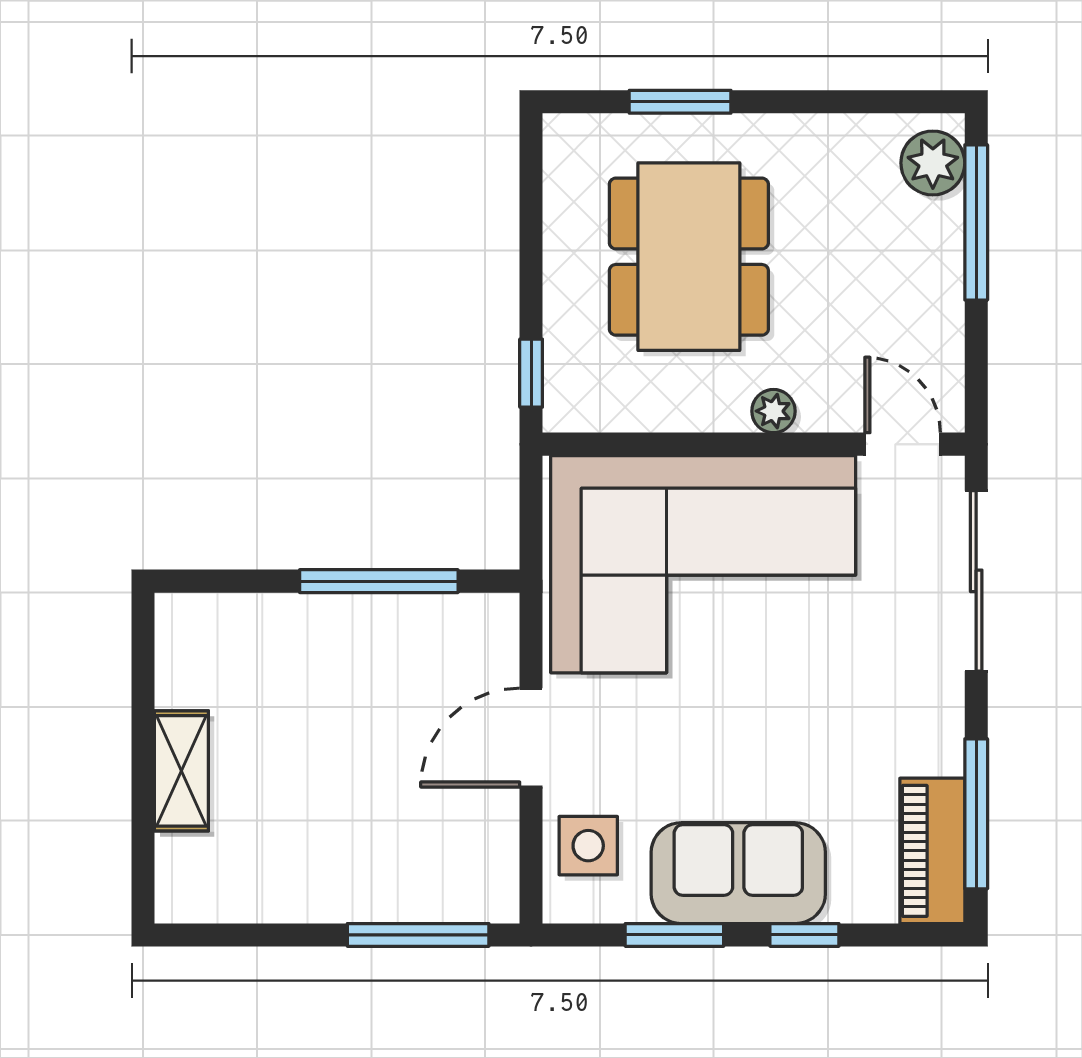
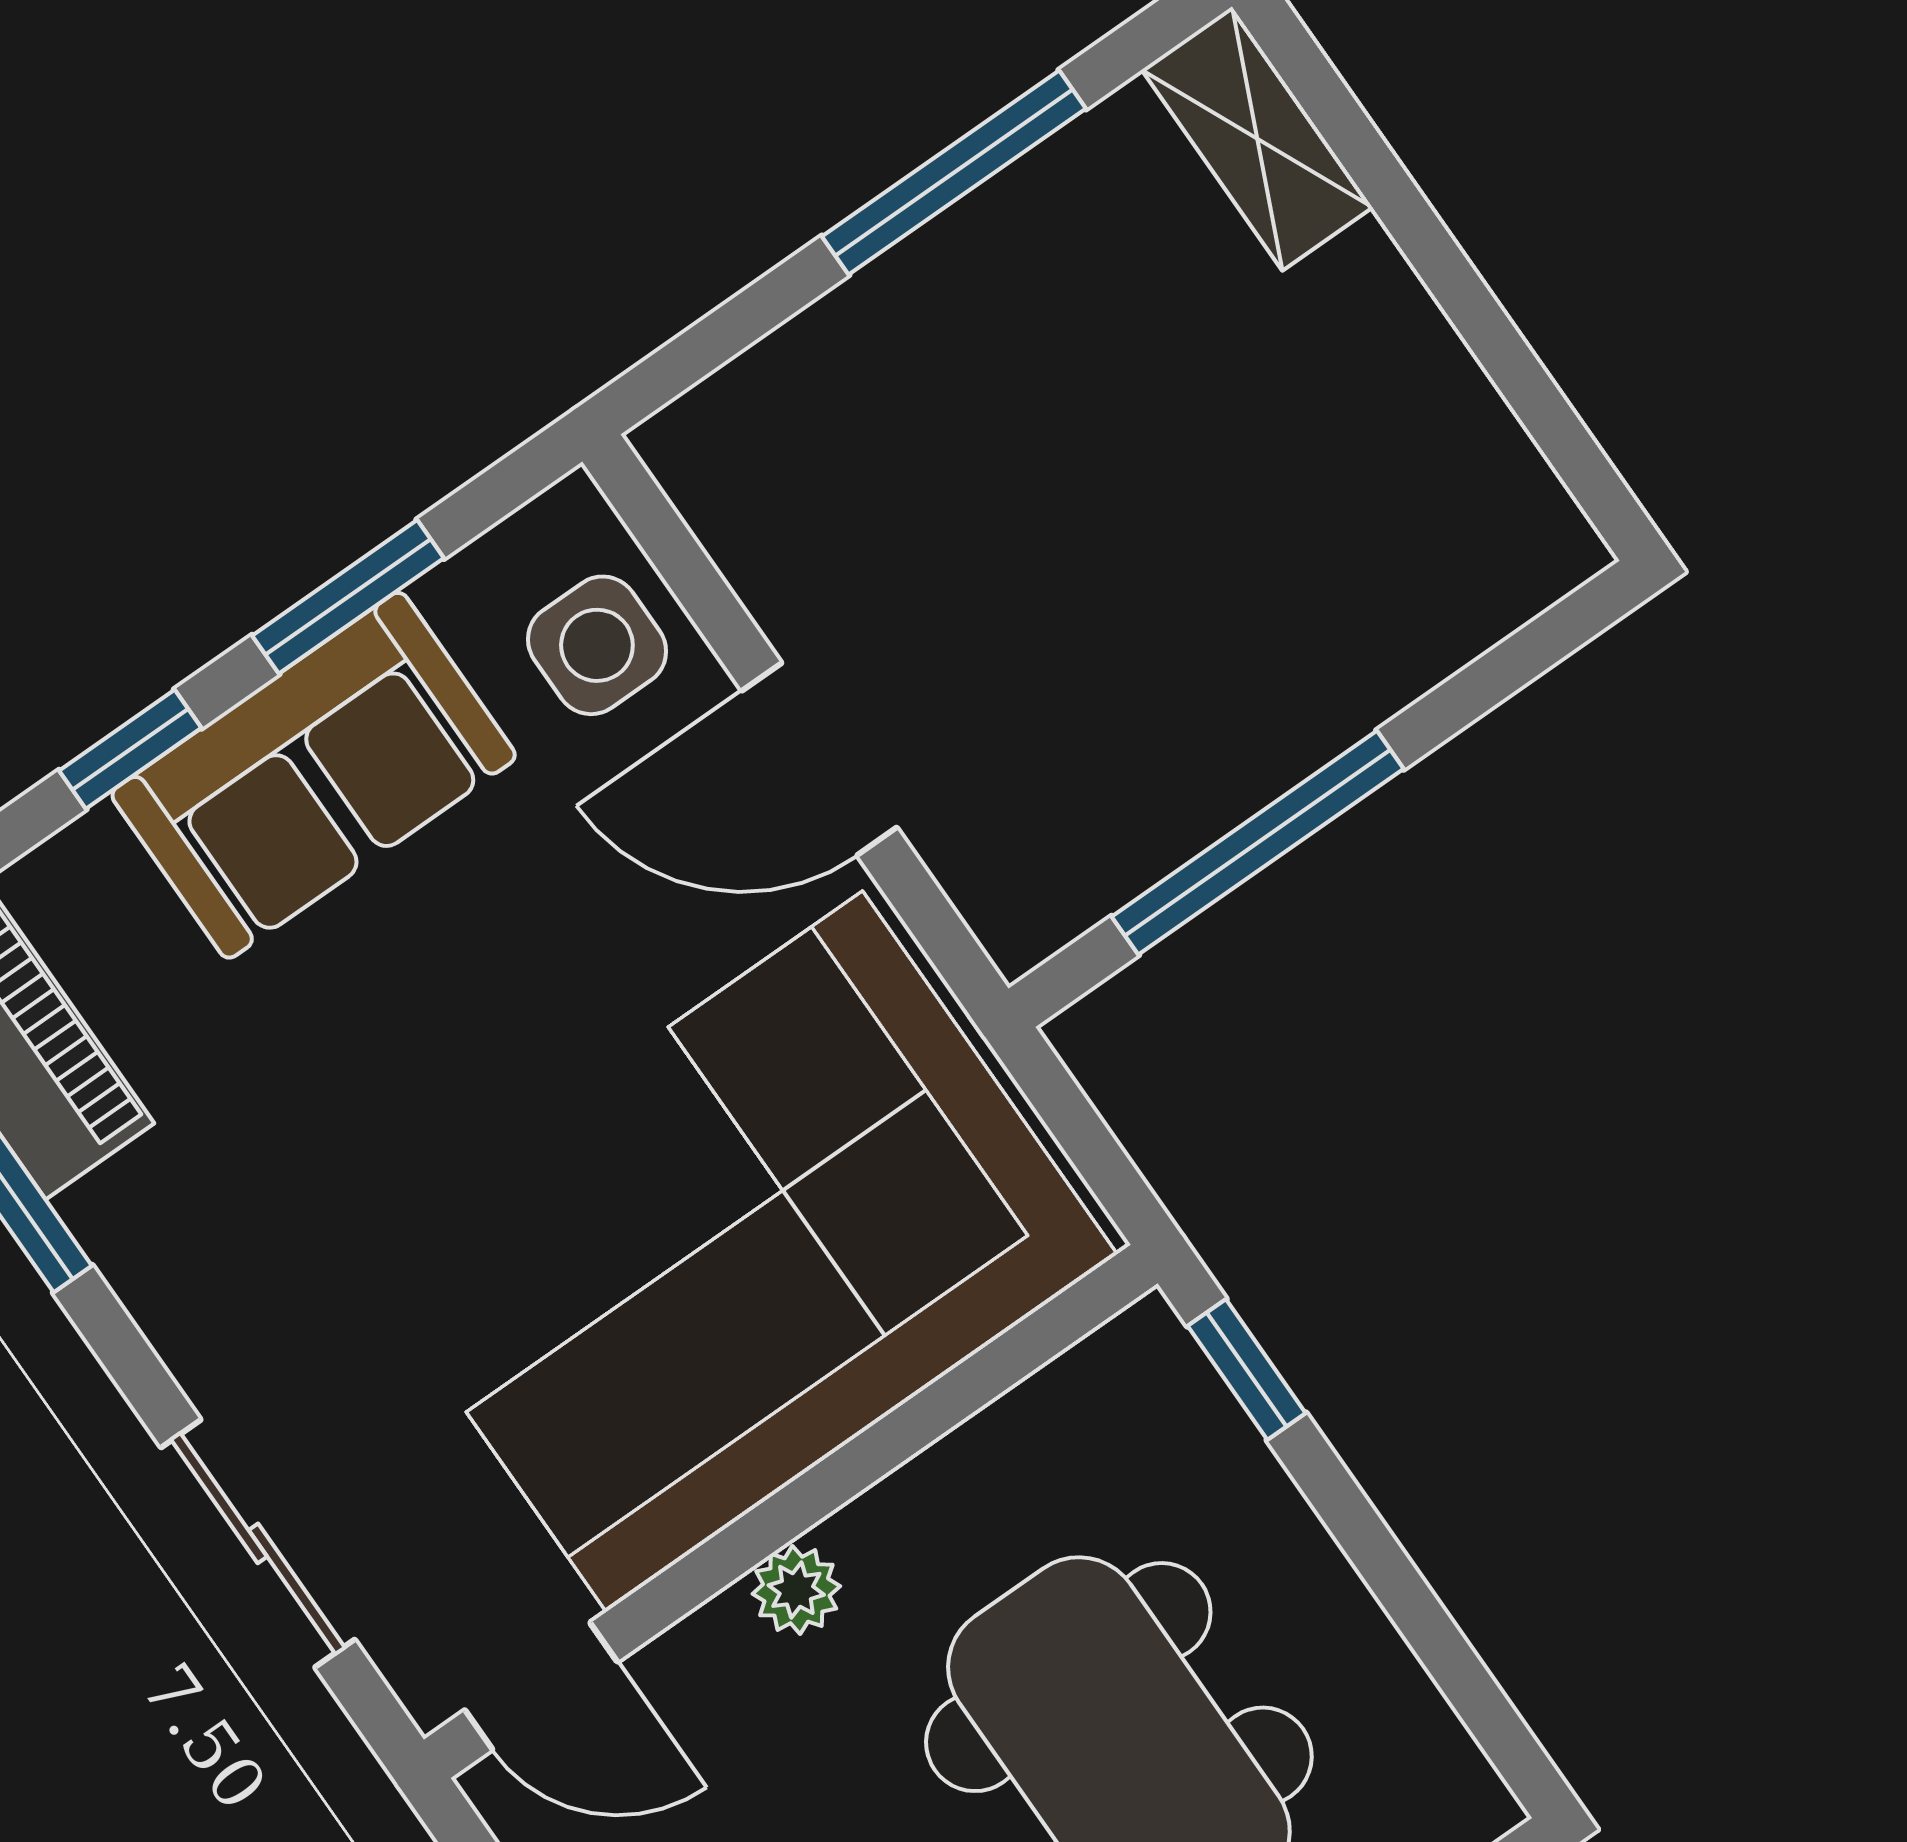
sliding door: (976, 581) -> (258, 1543), width x0.73
door: (531, 738) -> (819, 759), swing flipped
shelving: (181, 771) -> (1257, 139), moved
window: (418, 935) -> (954, 173), moved

